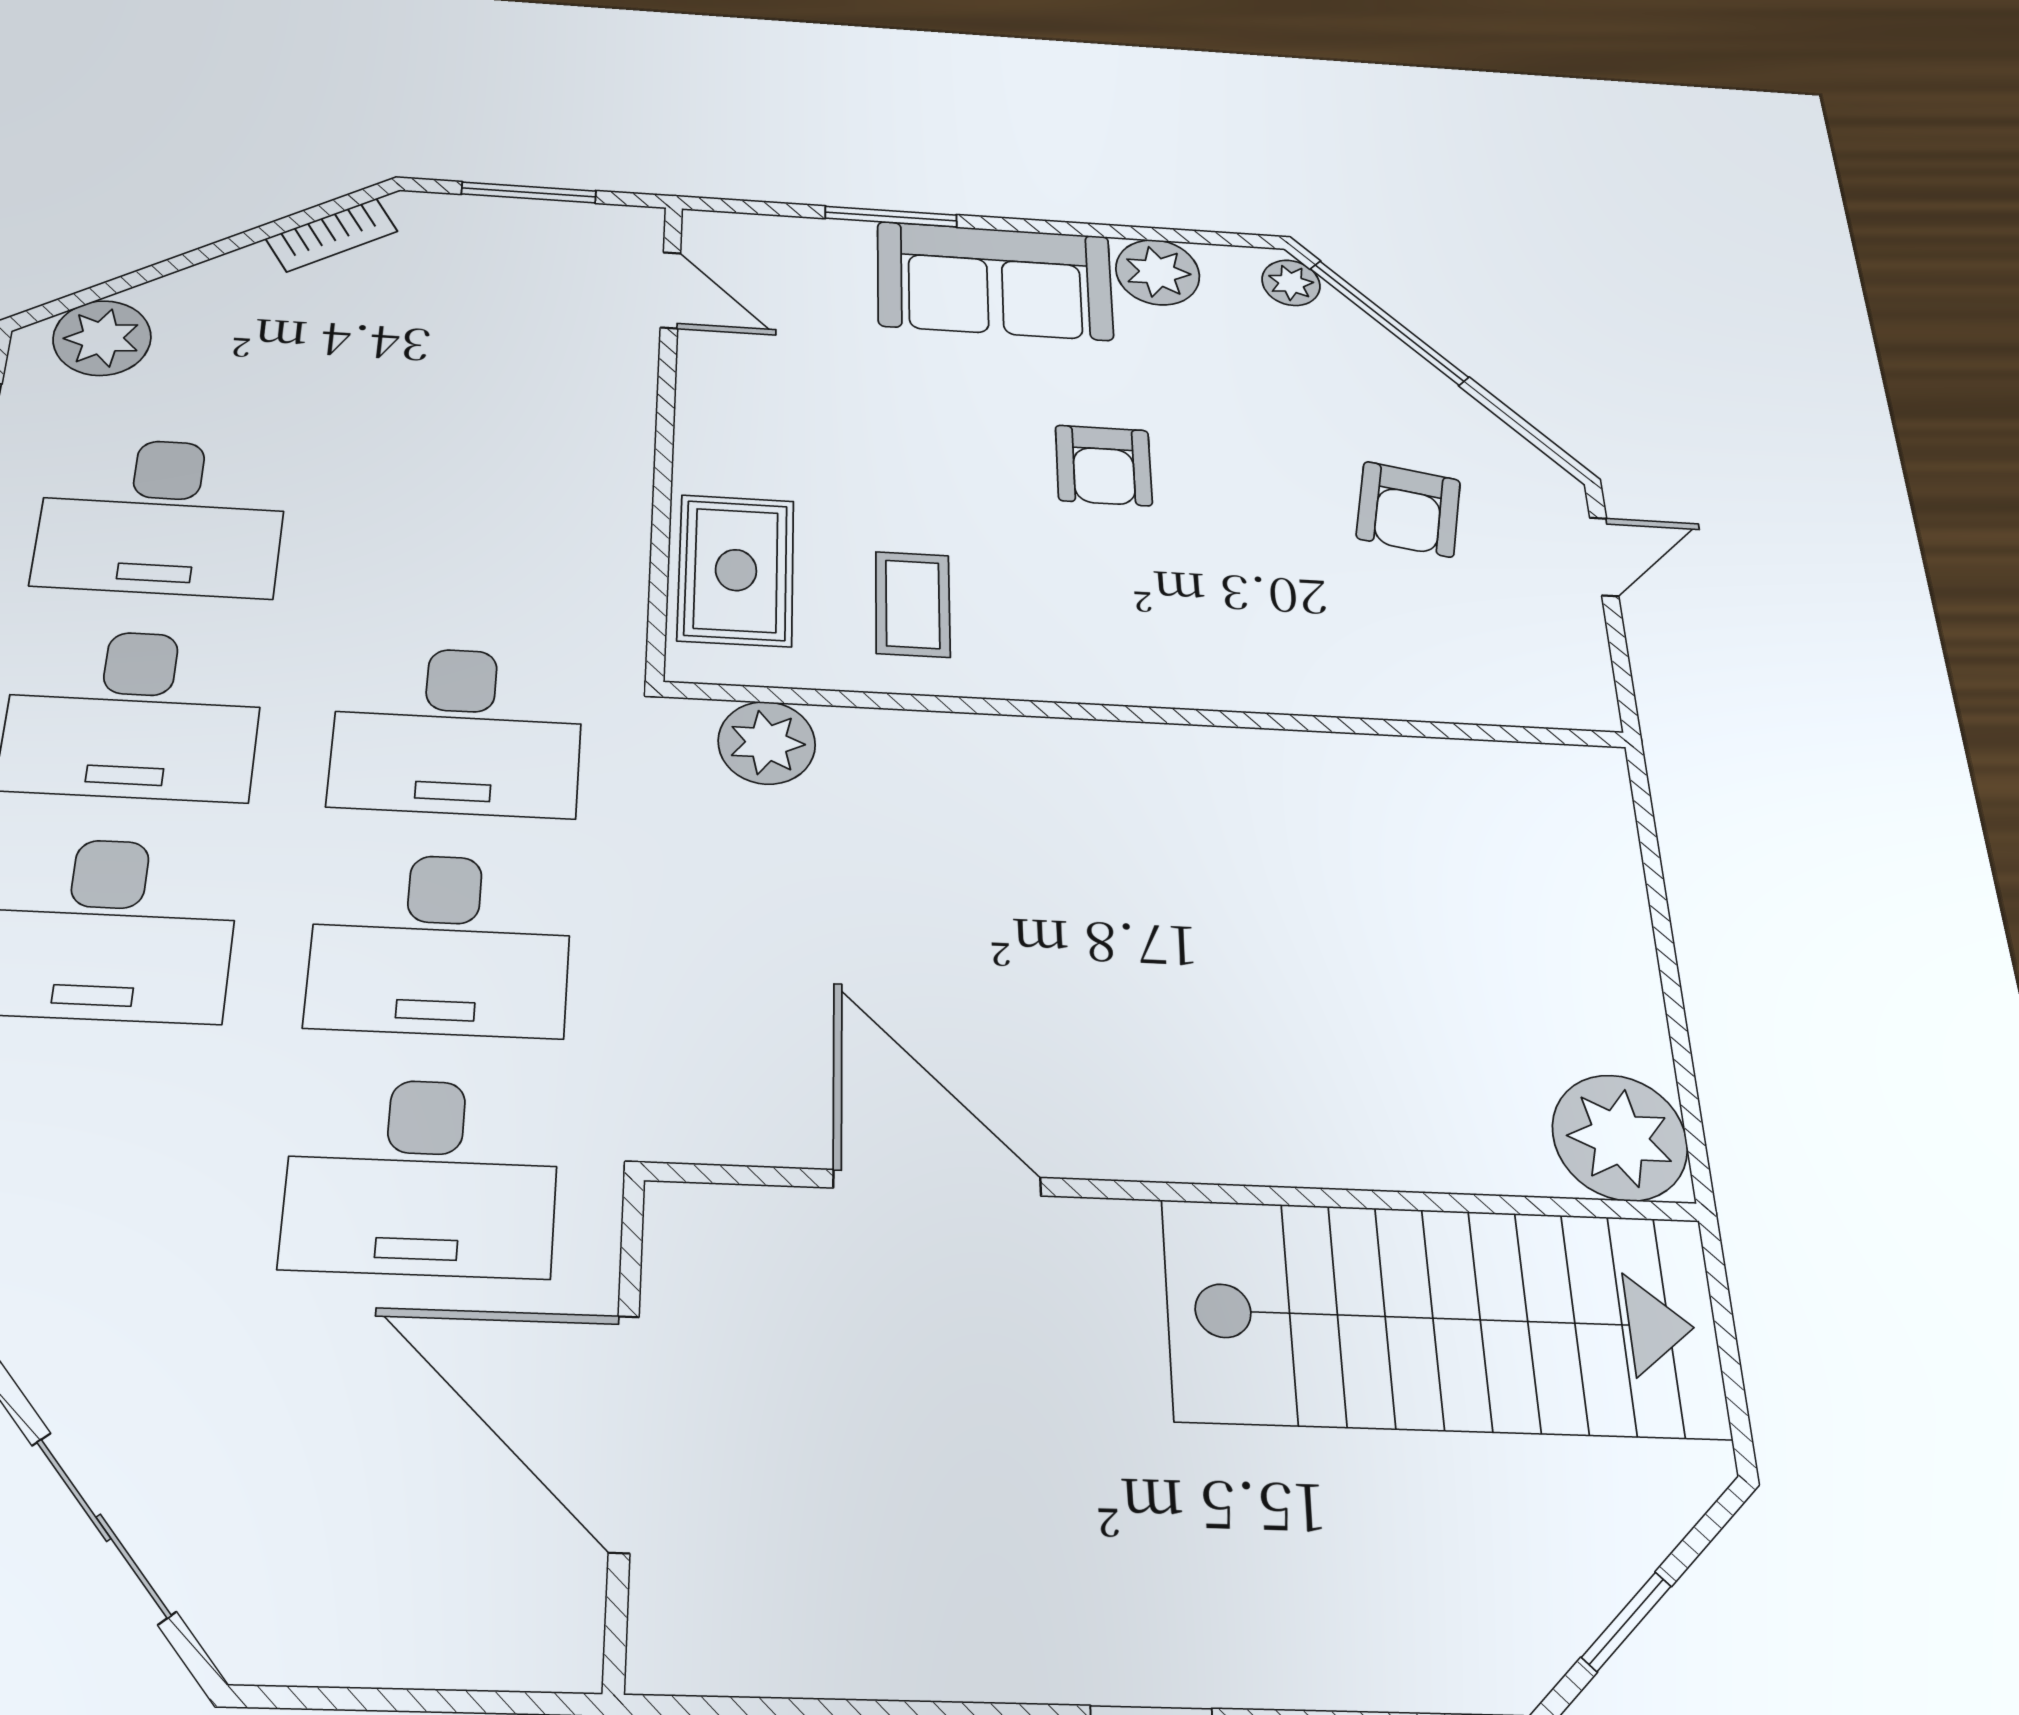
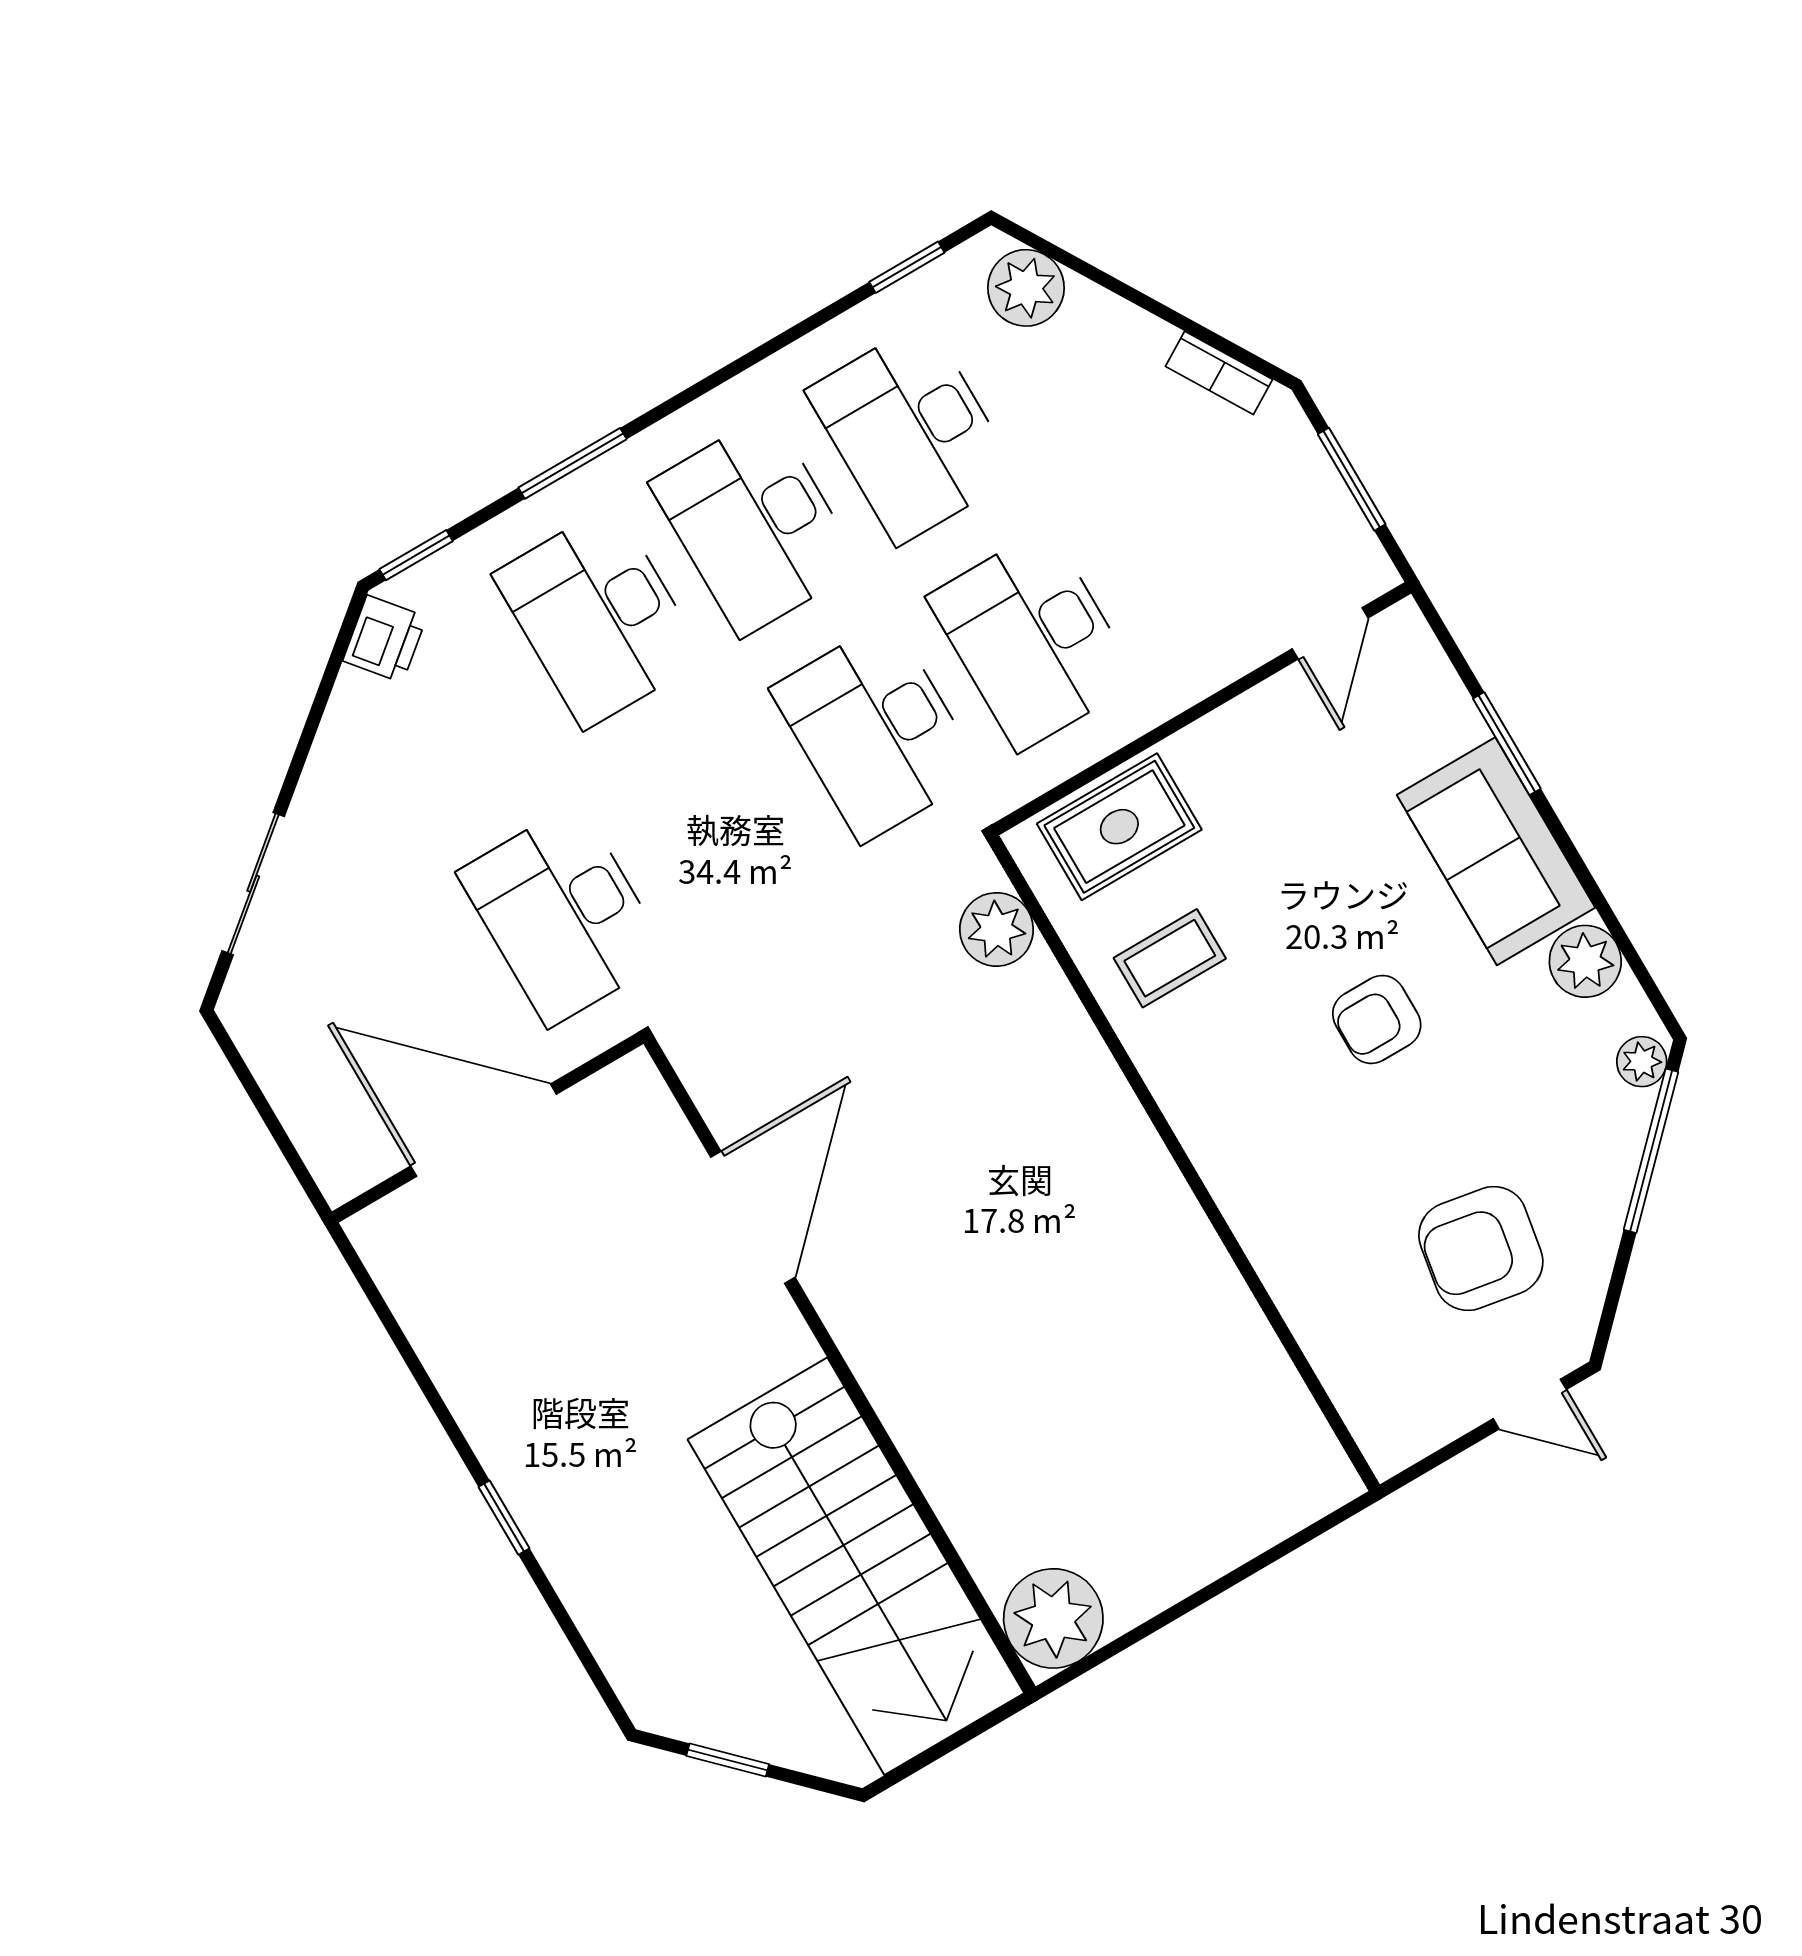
armchair: (1408, 509) -> (1481, 1249), width x1.38, depth x1.38
desk: (440, 944) -> (1033, 639), moved
door: (624, 1433) -> (484, 1130), hinge flipped

